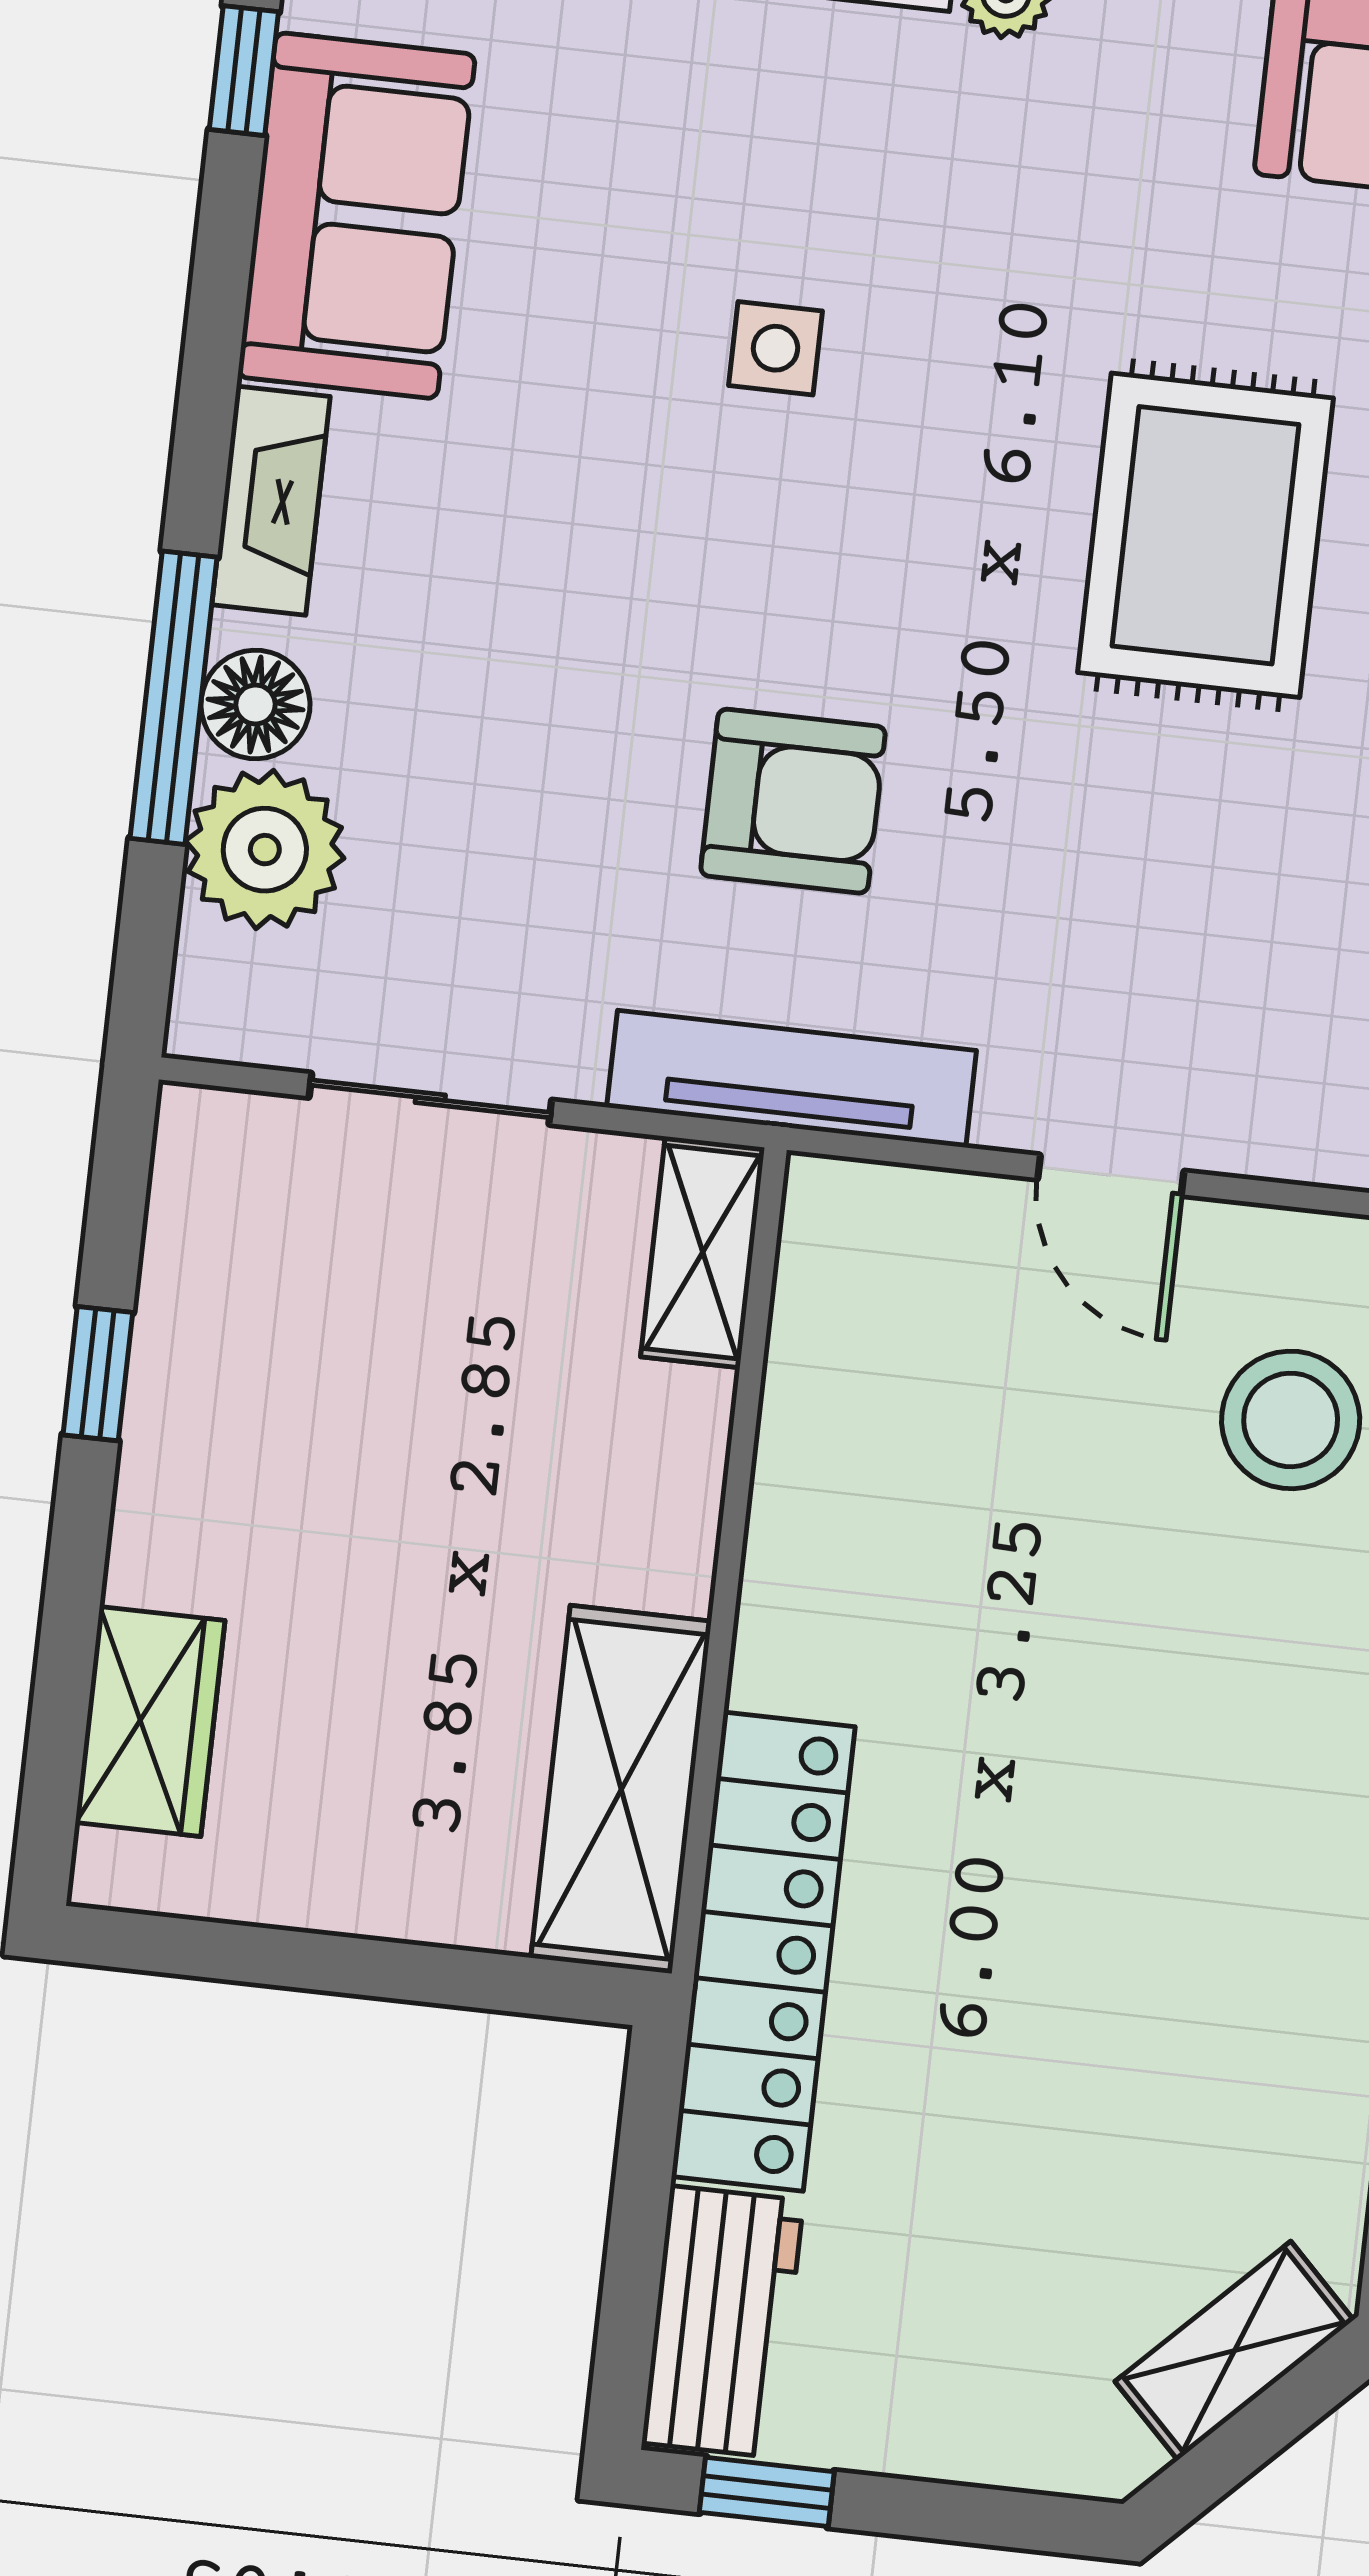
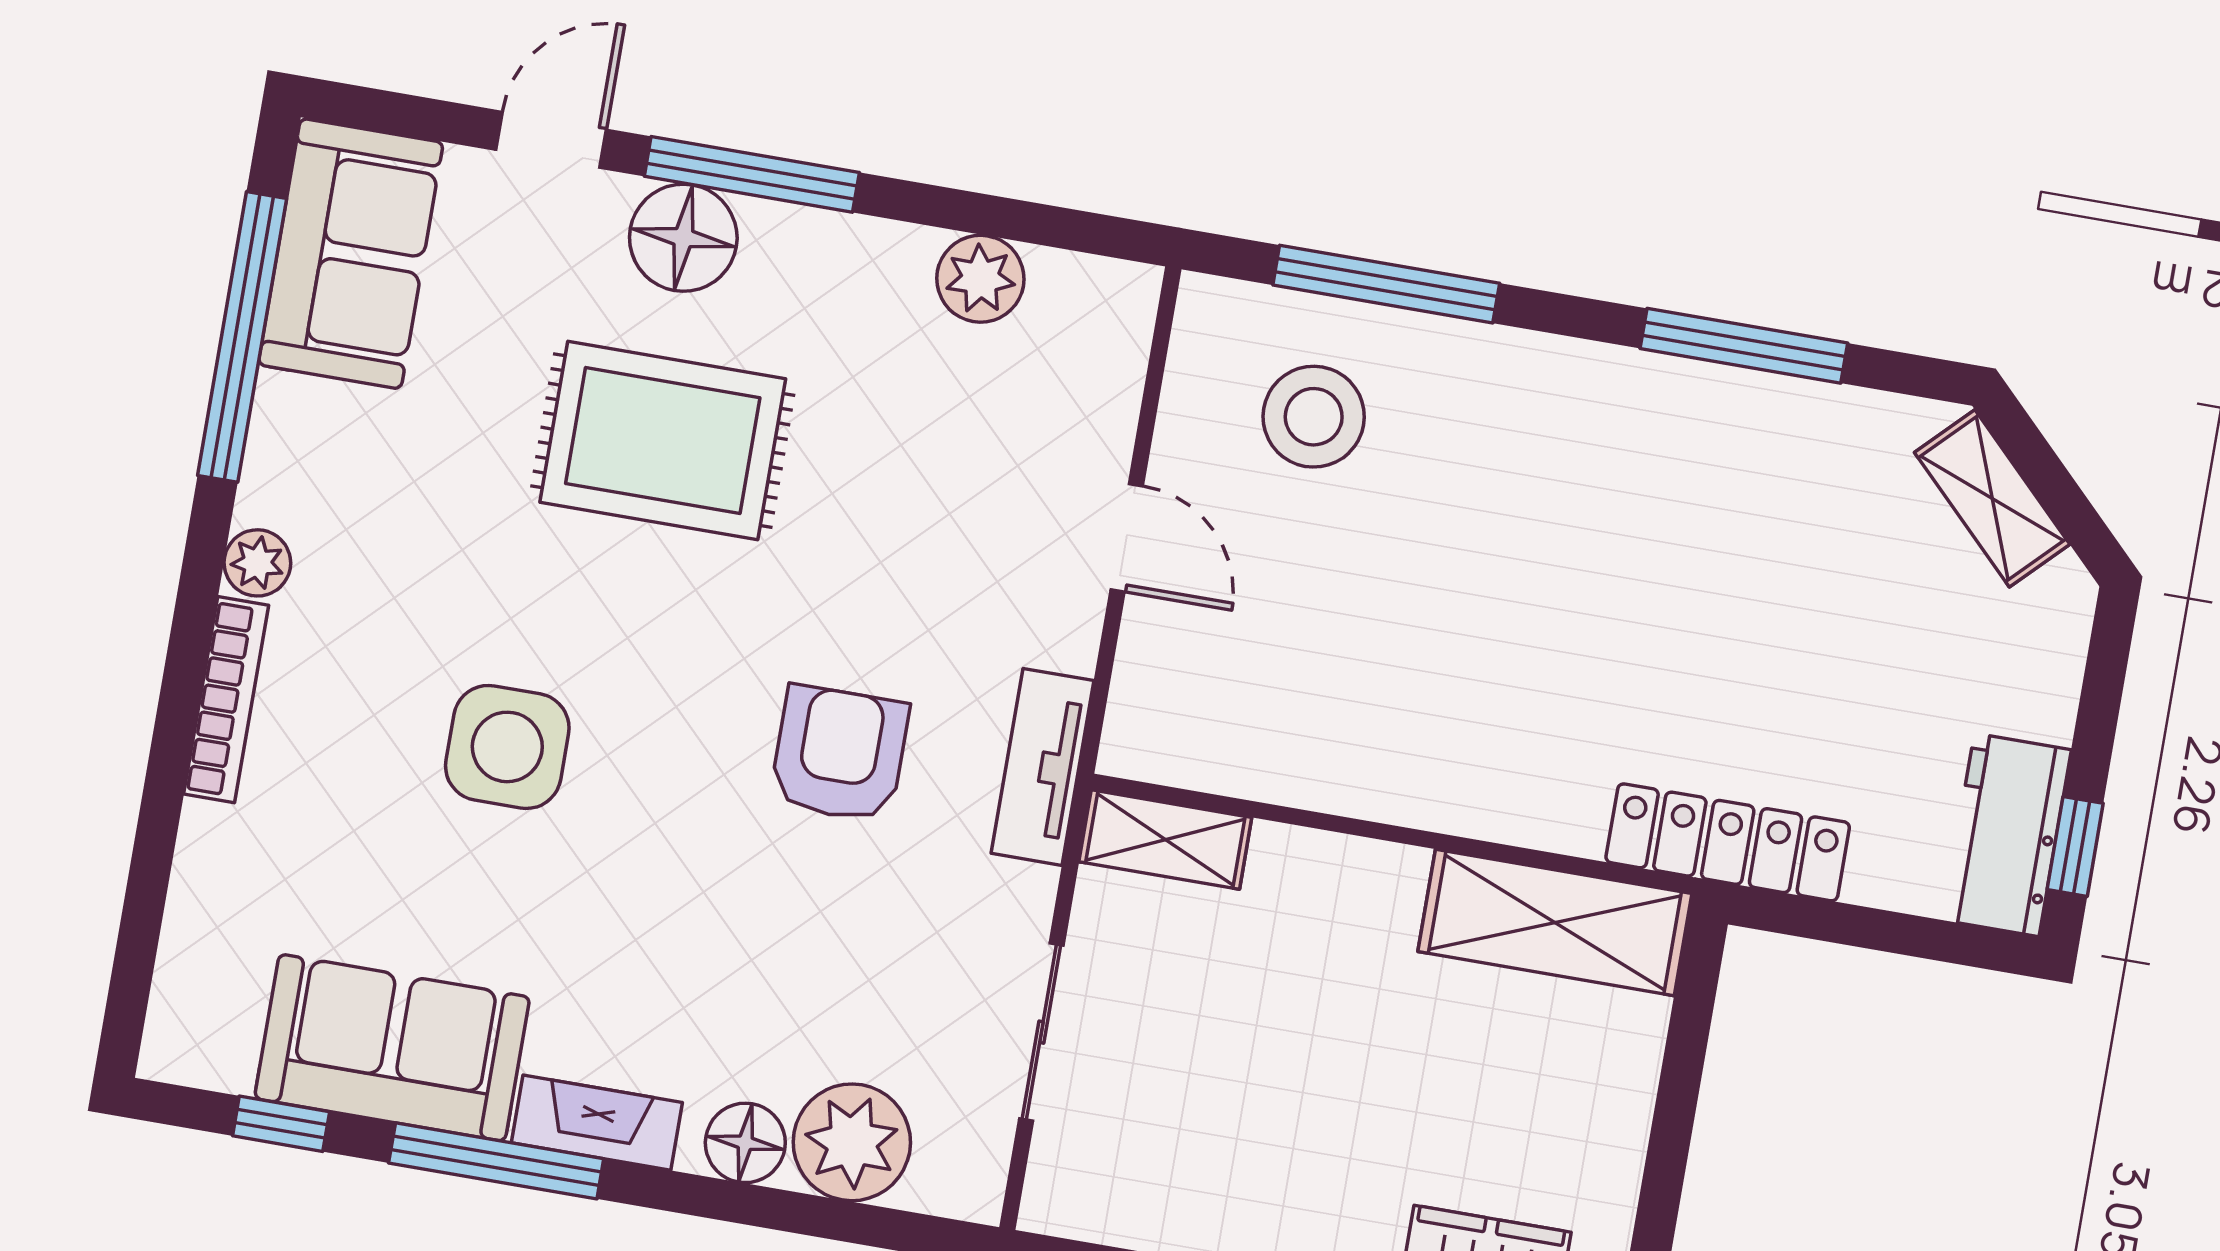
side table: (775, 348) -> (507, 747), width x1.87, depth x1.87
window: (174, 698) -> (496, 1161), moved
tv unit: (792, 1079) -> (1043, 767), width x0.71
door: (1111, 1175) -> (1127, 538), hinge flipped
locker: (763, 1952) -> (1728, 842), width x0.71, depth x0.83
workbench: (723, 2322) -> (2007, 835), moved, turned -90

